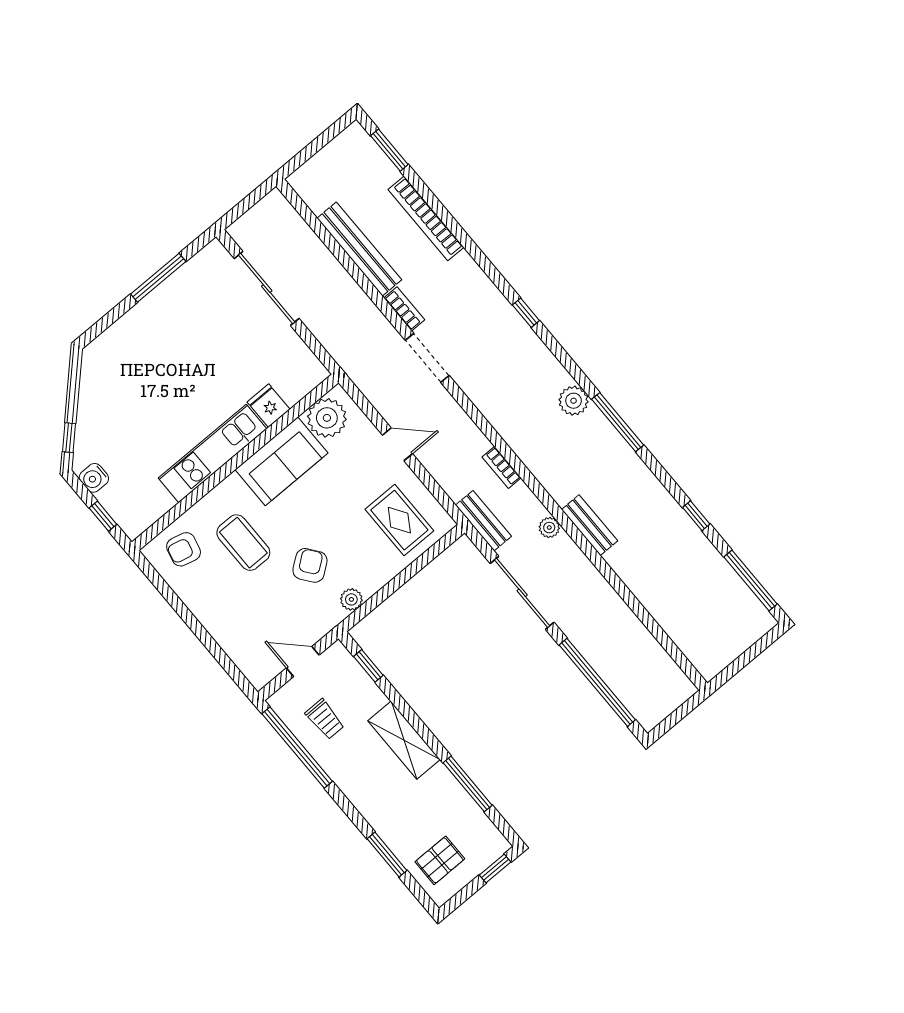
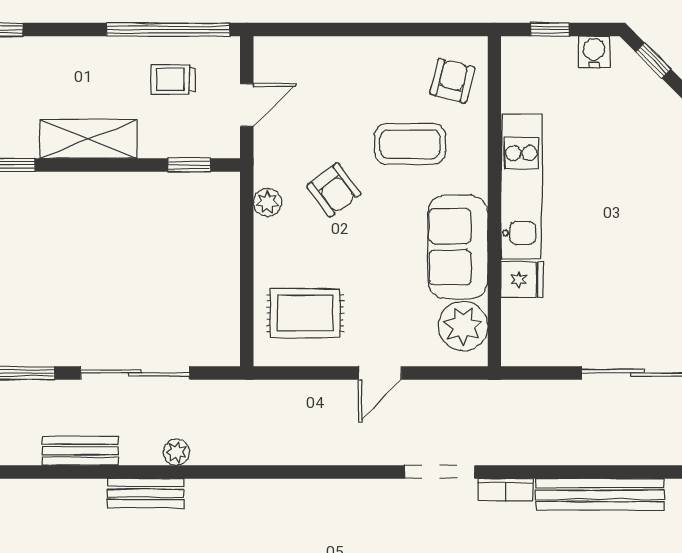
bookcase: (502, 467) -> (273, 455), removed
bench: (483, 521) -> (80, 451), moved

